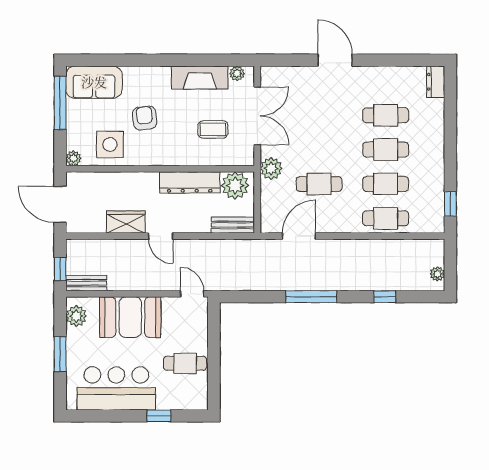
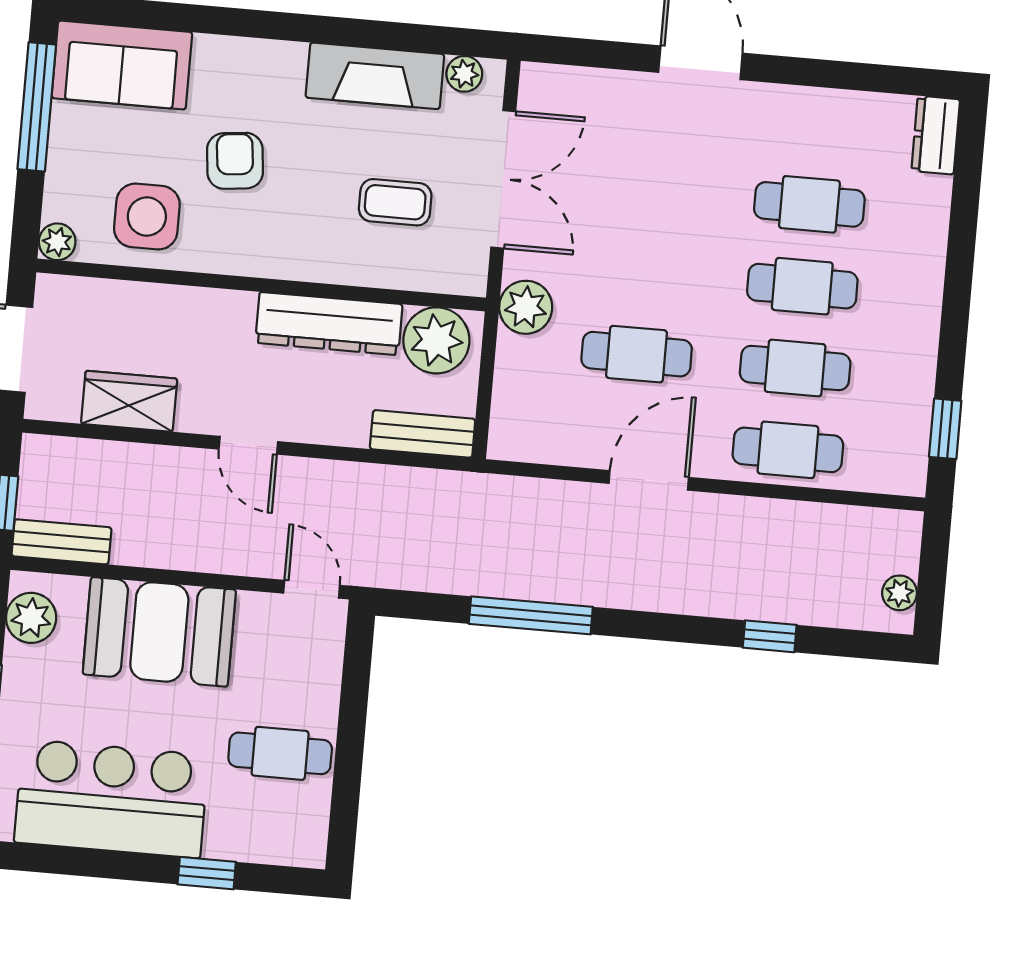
wardrobe: (126, 222) -> (129, 401), moved
door: (299, 236) -> (649, 480), moved
window: (311, 297) -> (531, 615), moved

